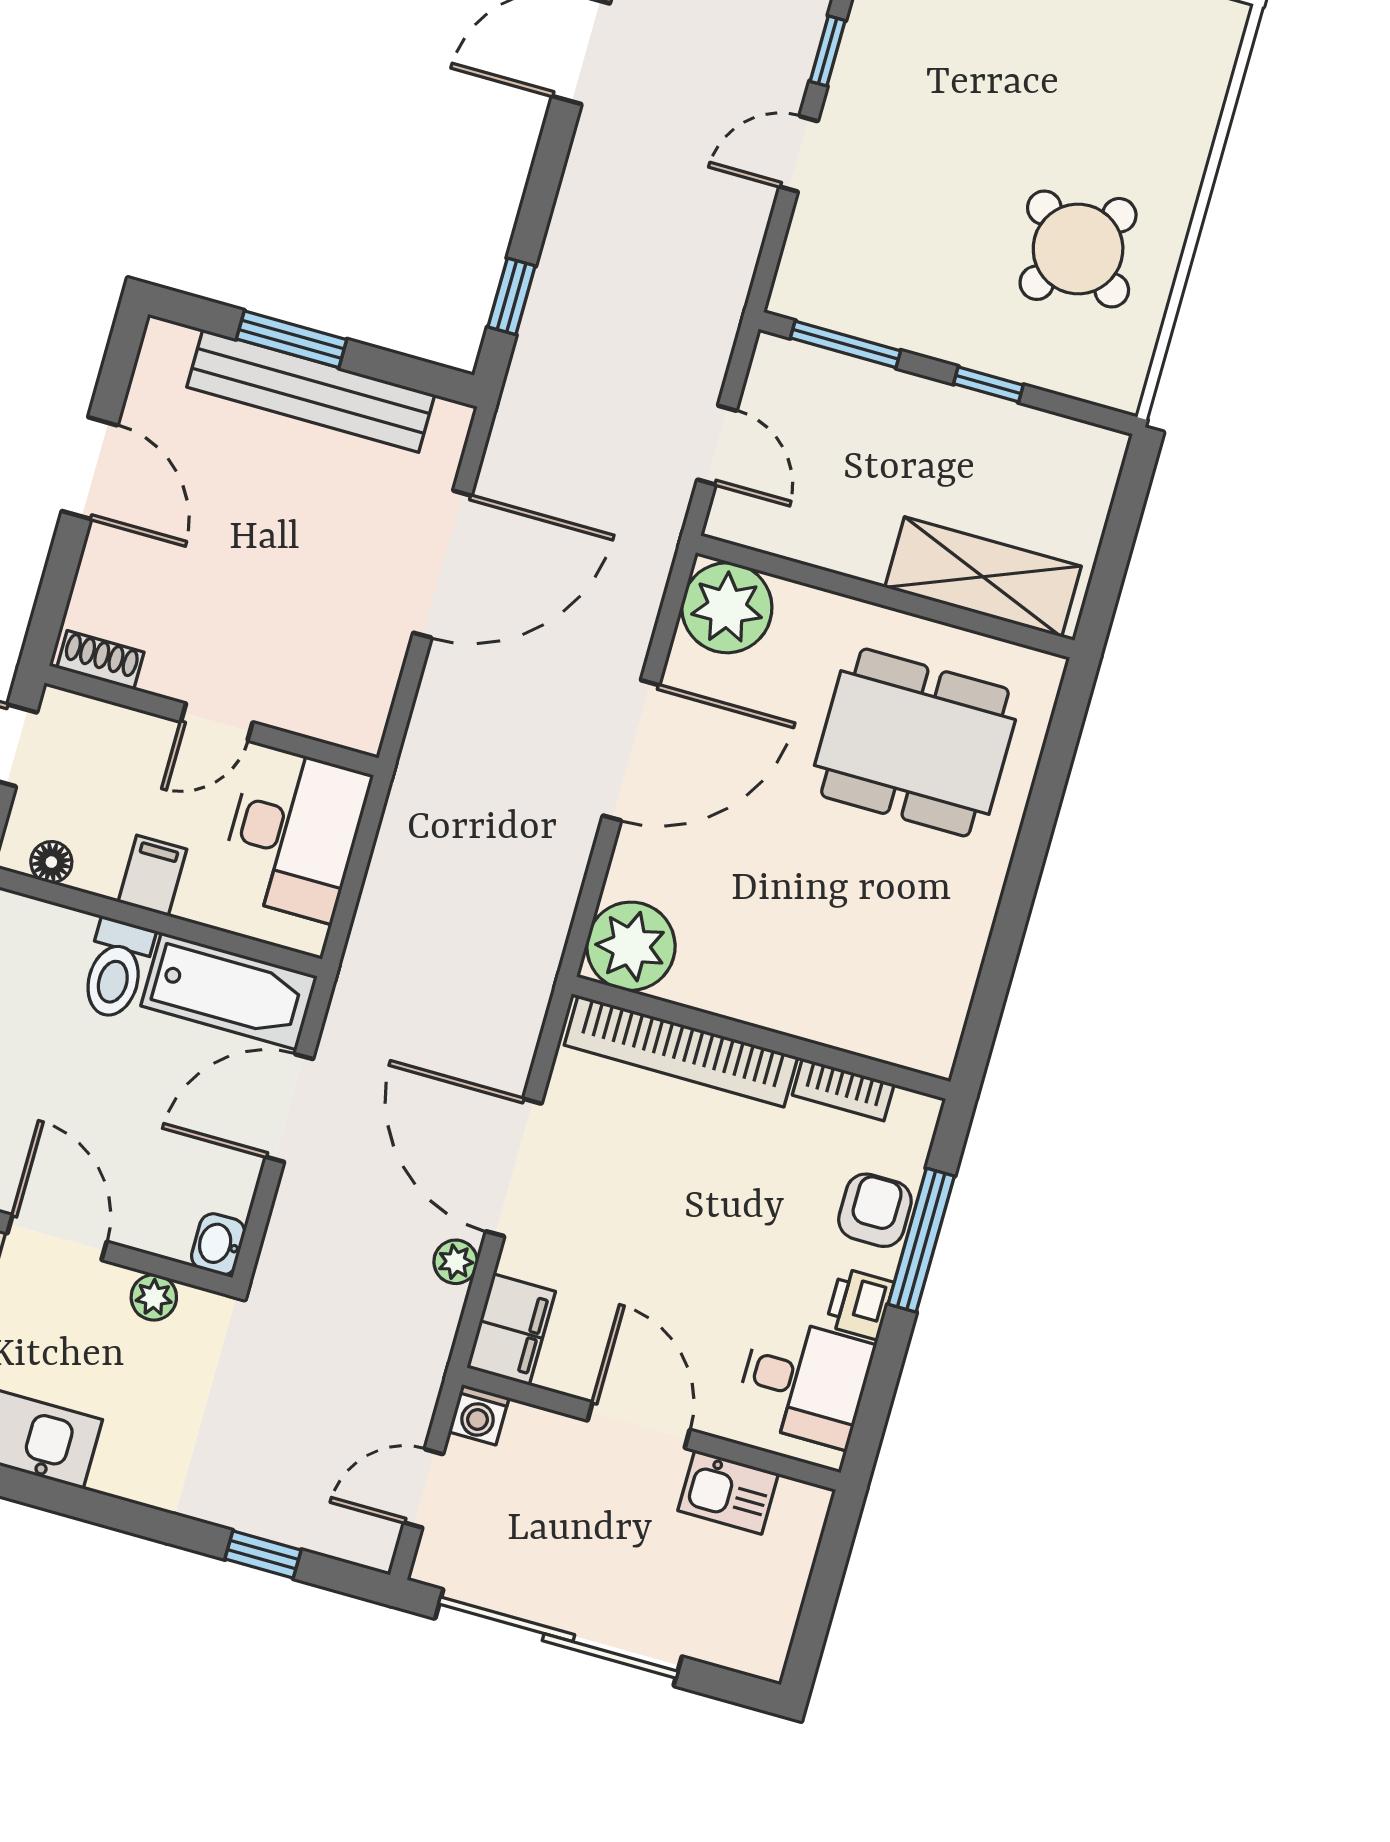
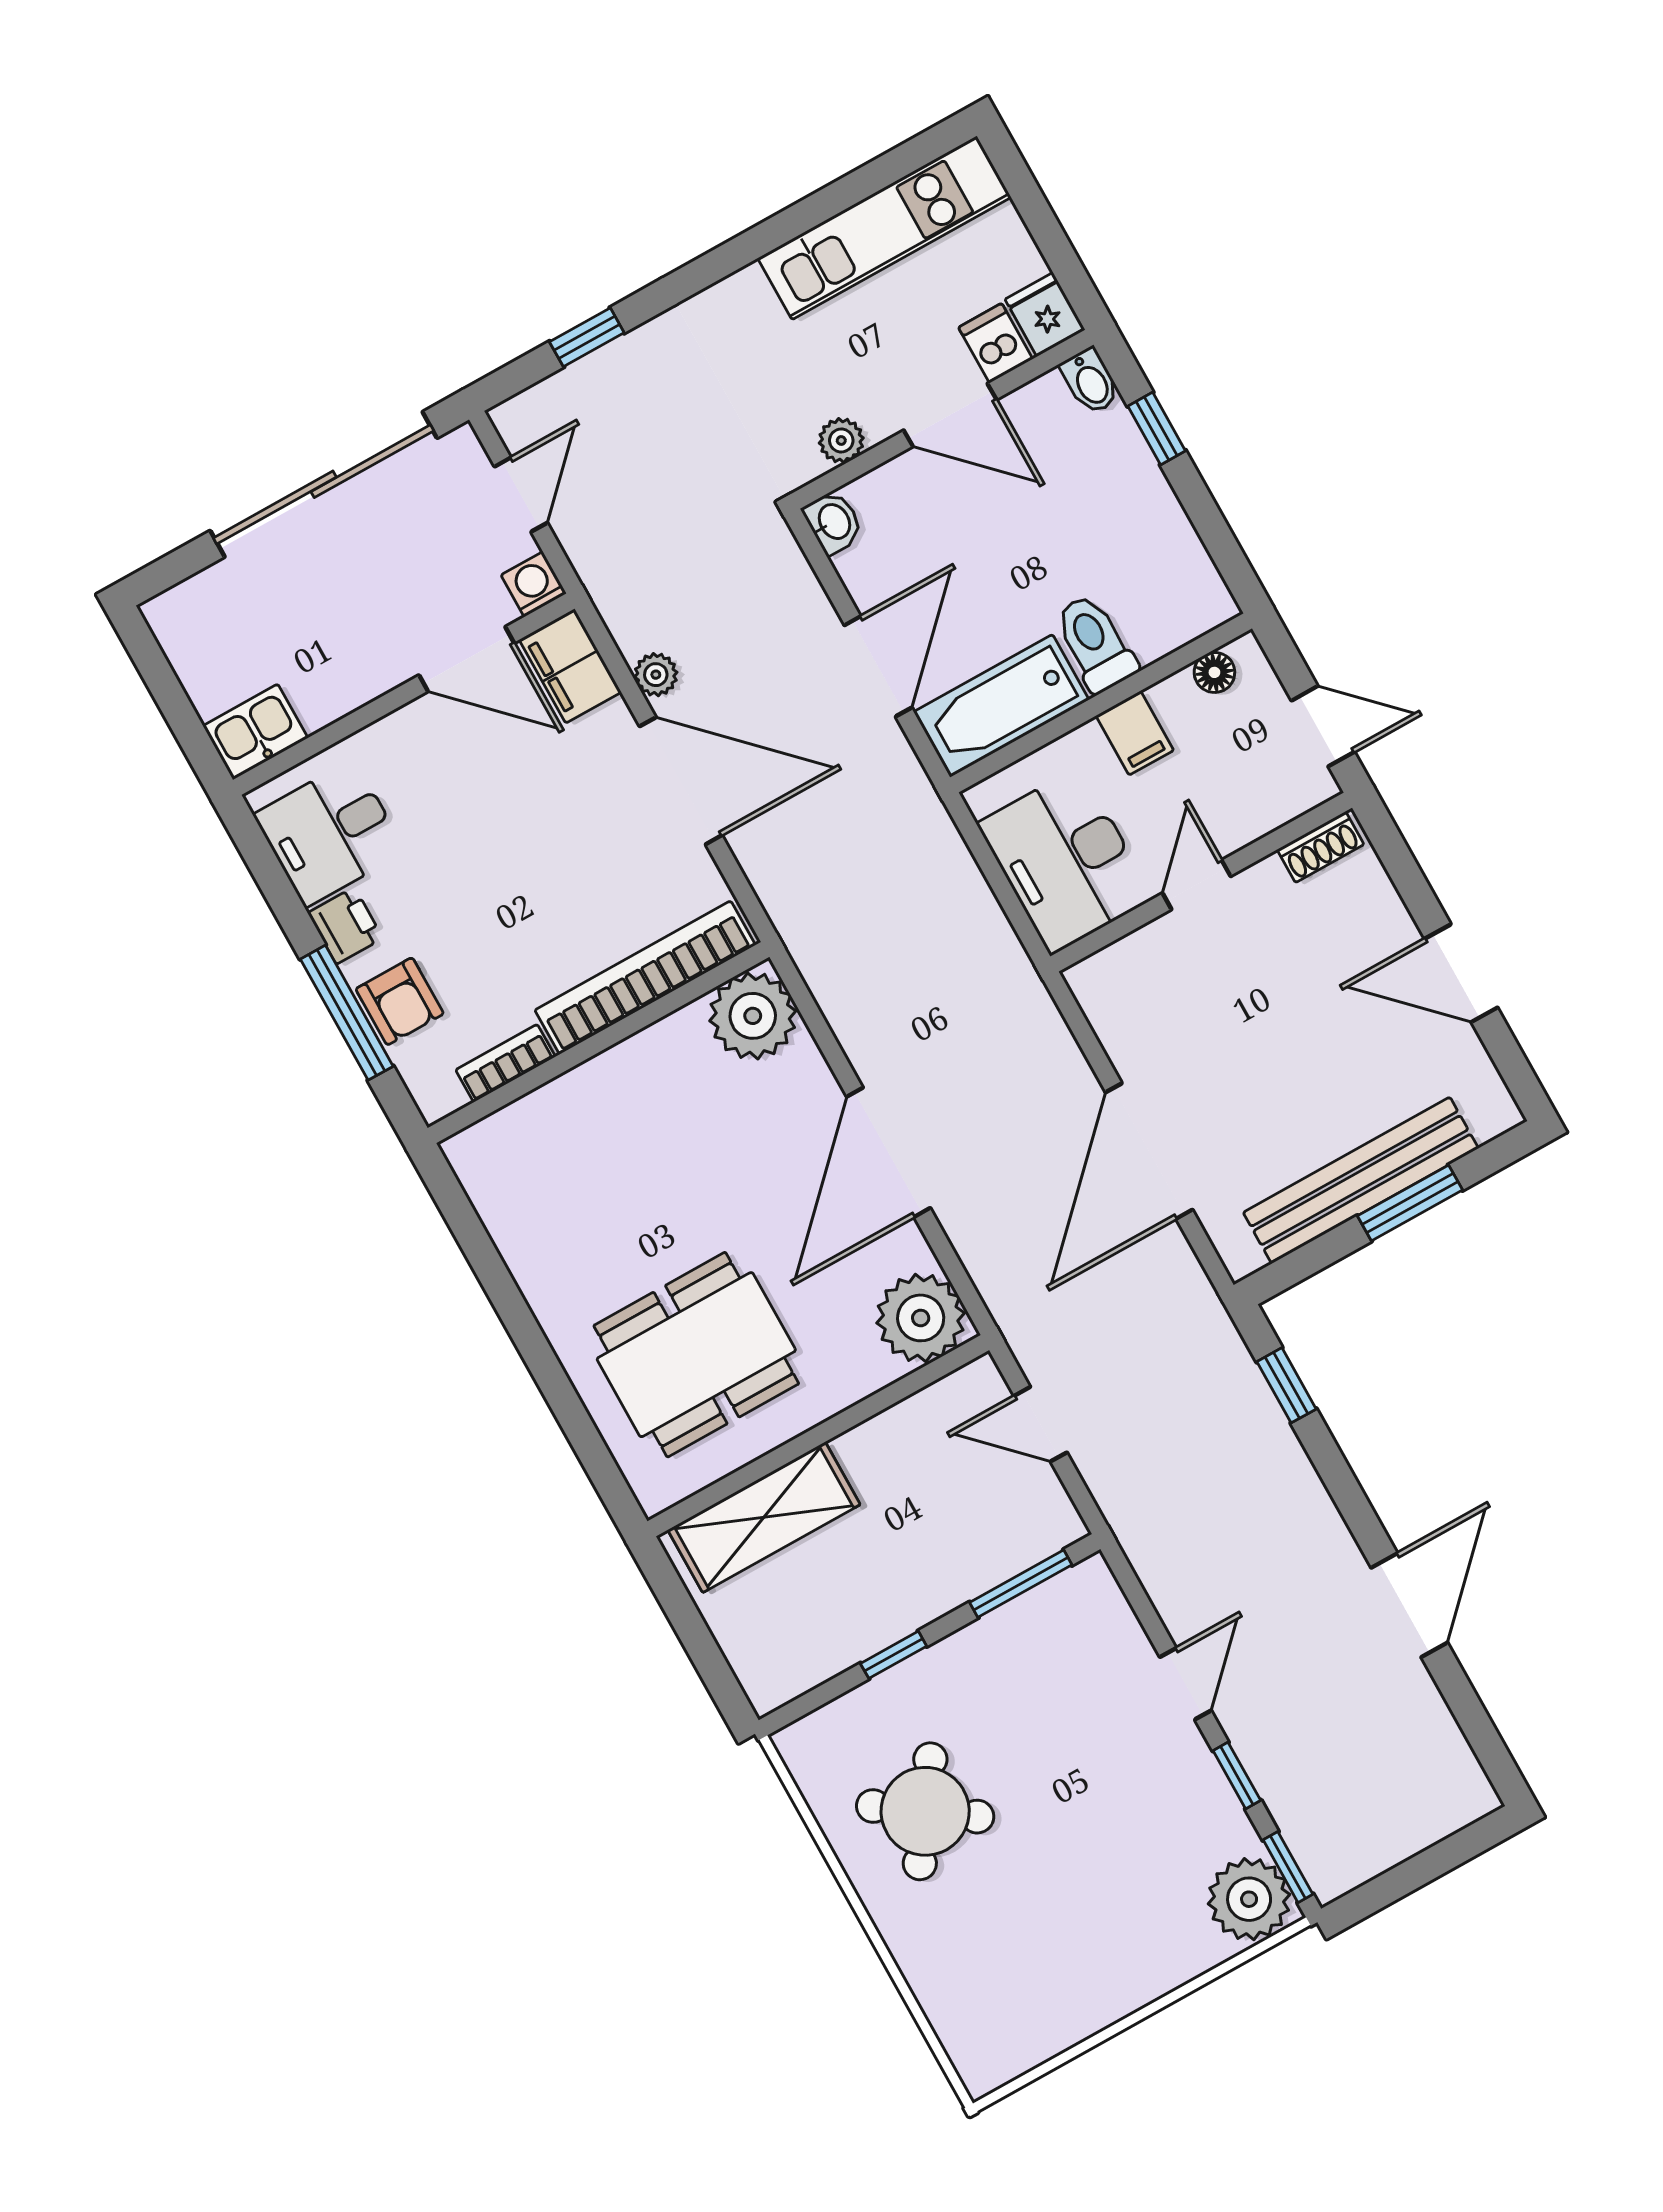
door: (639, 1425) -> (467, 659), moved
kitchen sink: (728, 1492) -> (256, 732), moved

